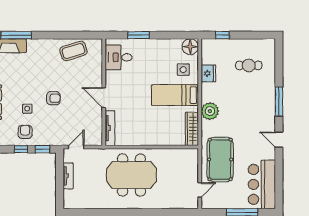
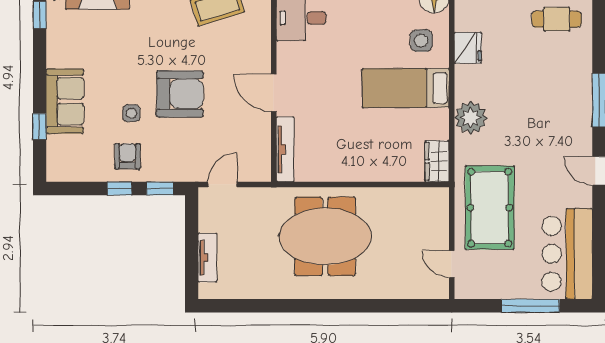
cafe table: (249, 65) -> (557, 19), moved
armchair: (53, 98) -> (180, 94), width x1.88, depth x1.88
wardrobe: (192, 129) -> (437, 161), width x0.67
tv unit: (68, 176) -> (207, 258), moved
door: (200, 190) -> (452, 264), swing flipped

